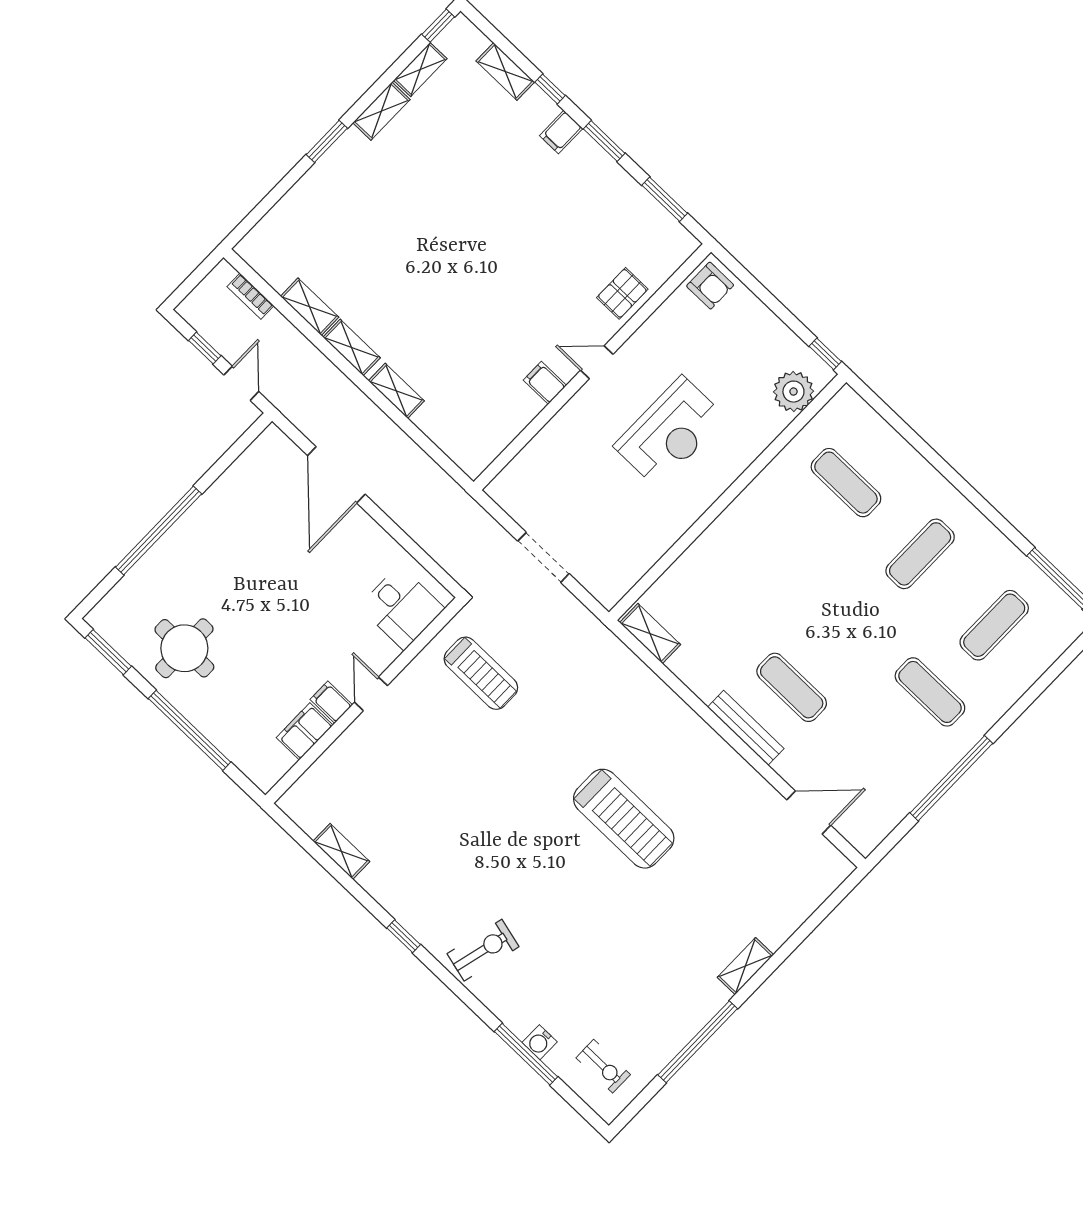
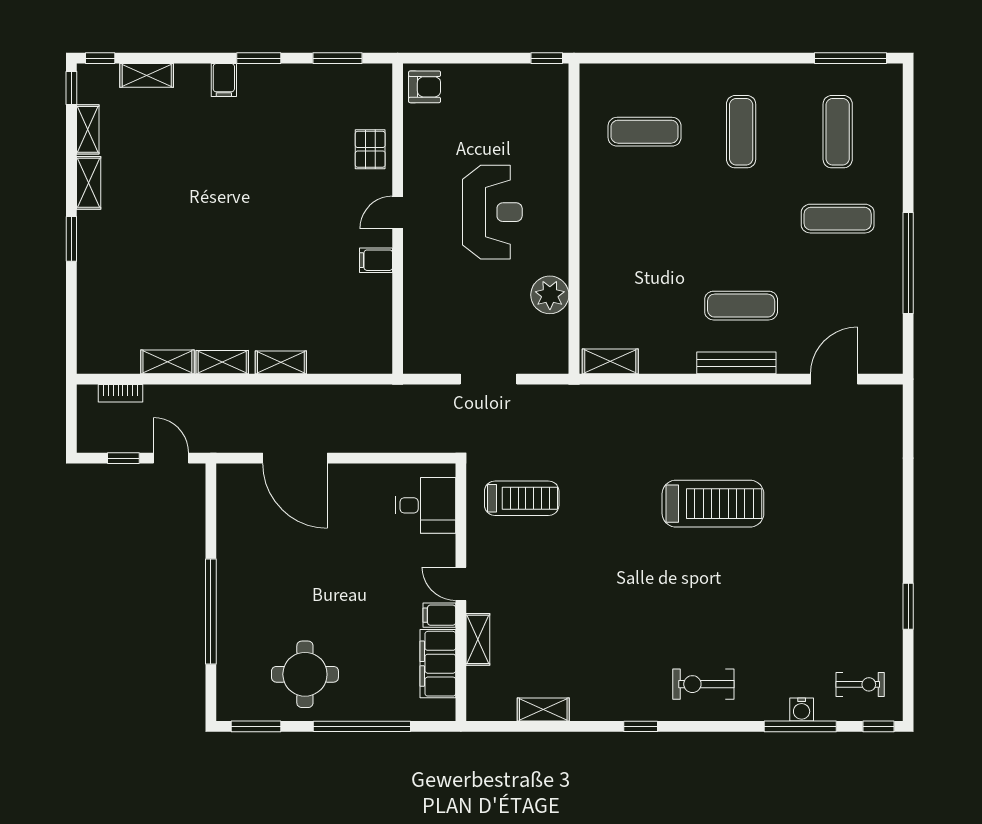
window: (550, 89) -> (100, 58), moved
plant: (793, 392) -> (550, 295), moved
filing cabinet: (305, 731) -> (438, 664), width x1.50, depth x1.17
exercise bike: (483, 950) -> (703, 684), turned -104
shelving: (745, 966) -> (478, 639), moved
window: (698, 1042) -> (908, 606), width x0.47
window: (586, 1112) -> (879, 726), added

